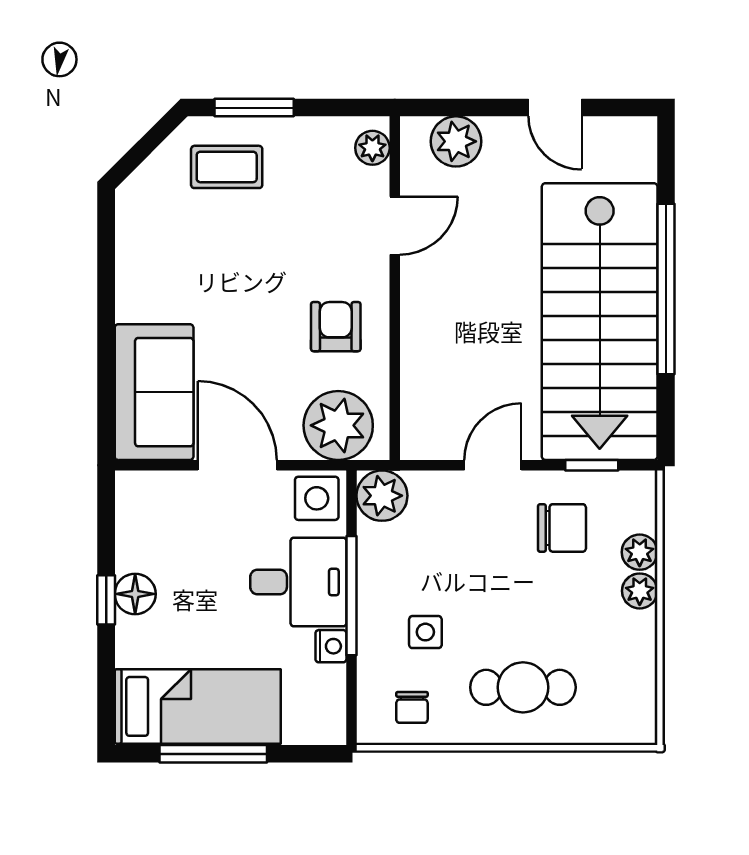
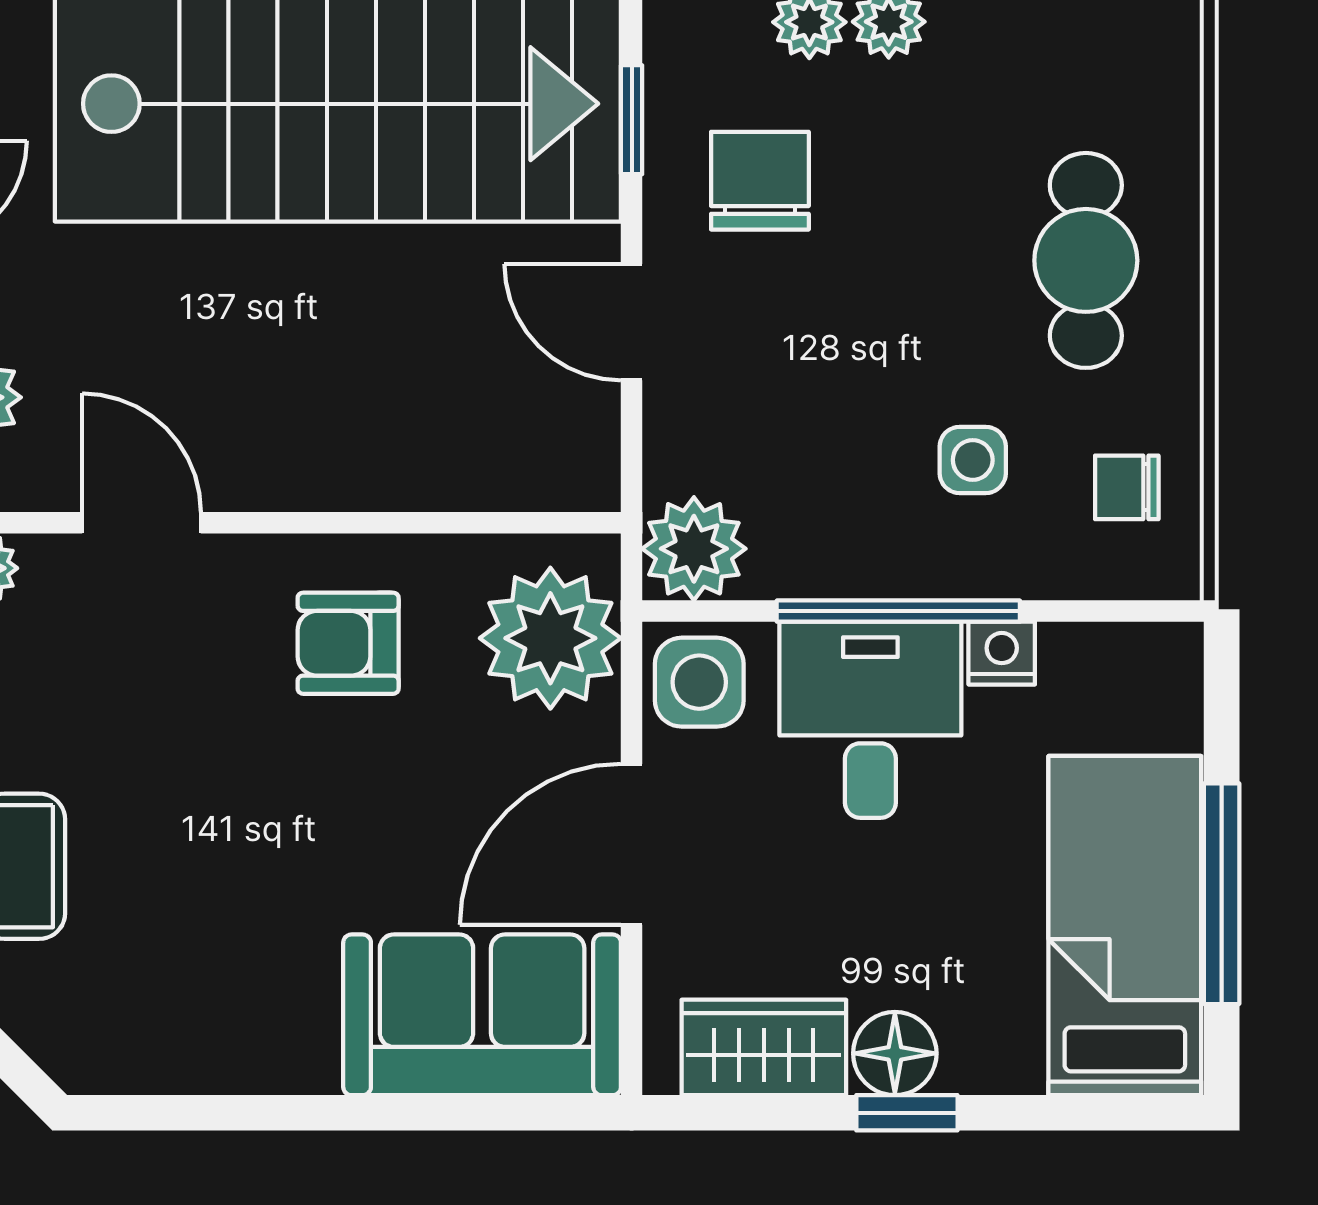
wardrobe: (138, 530) -> (764, 1047), added
chair: (412, 707) -> (1127, 487), turned 180

